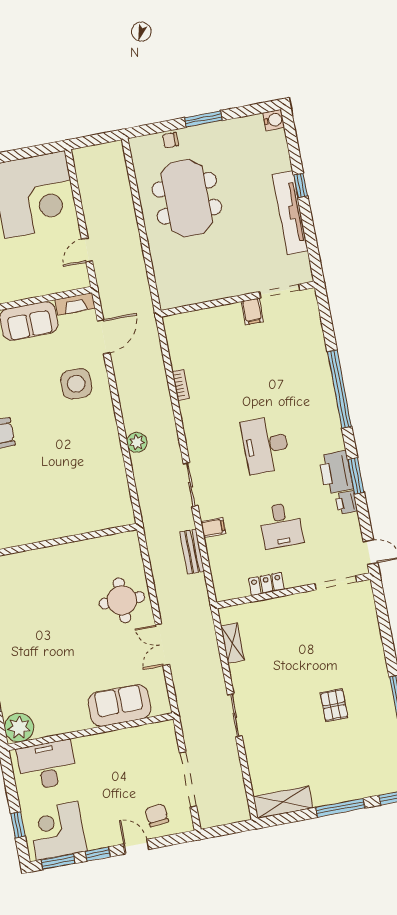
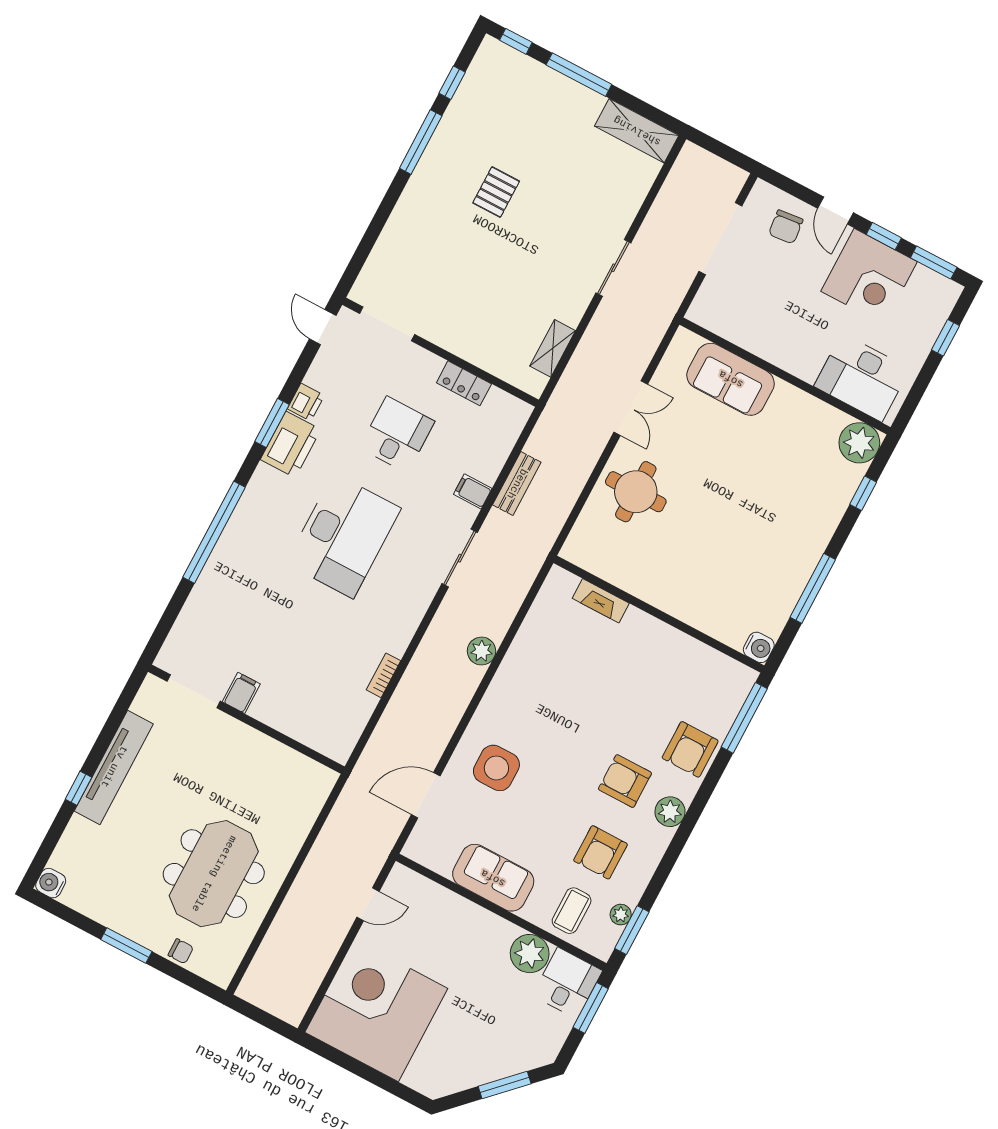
fireplace: (75, 304) -> (601, 601), moved, turned 180
desk: (266, 445) -> (343, 536), width x1.36, depth x1.30
corner desk: (57, 831) -> (869, 276), moved

